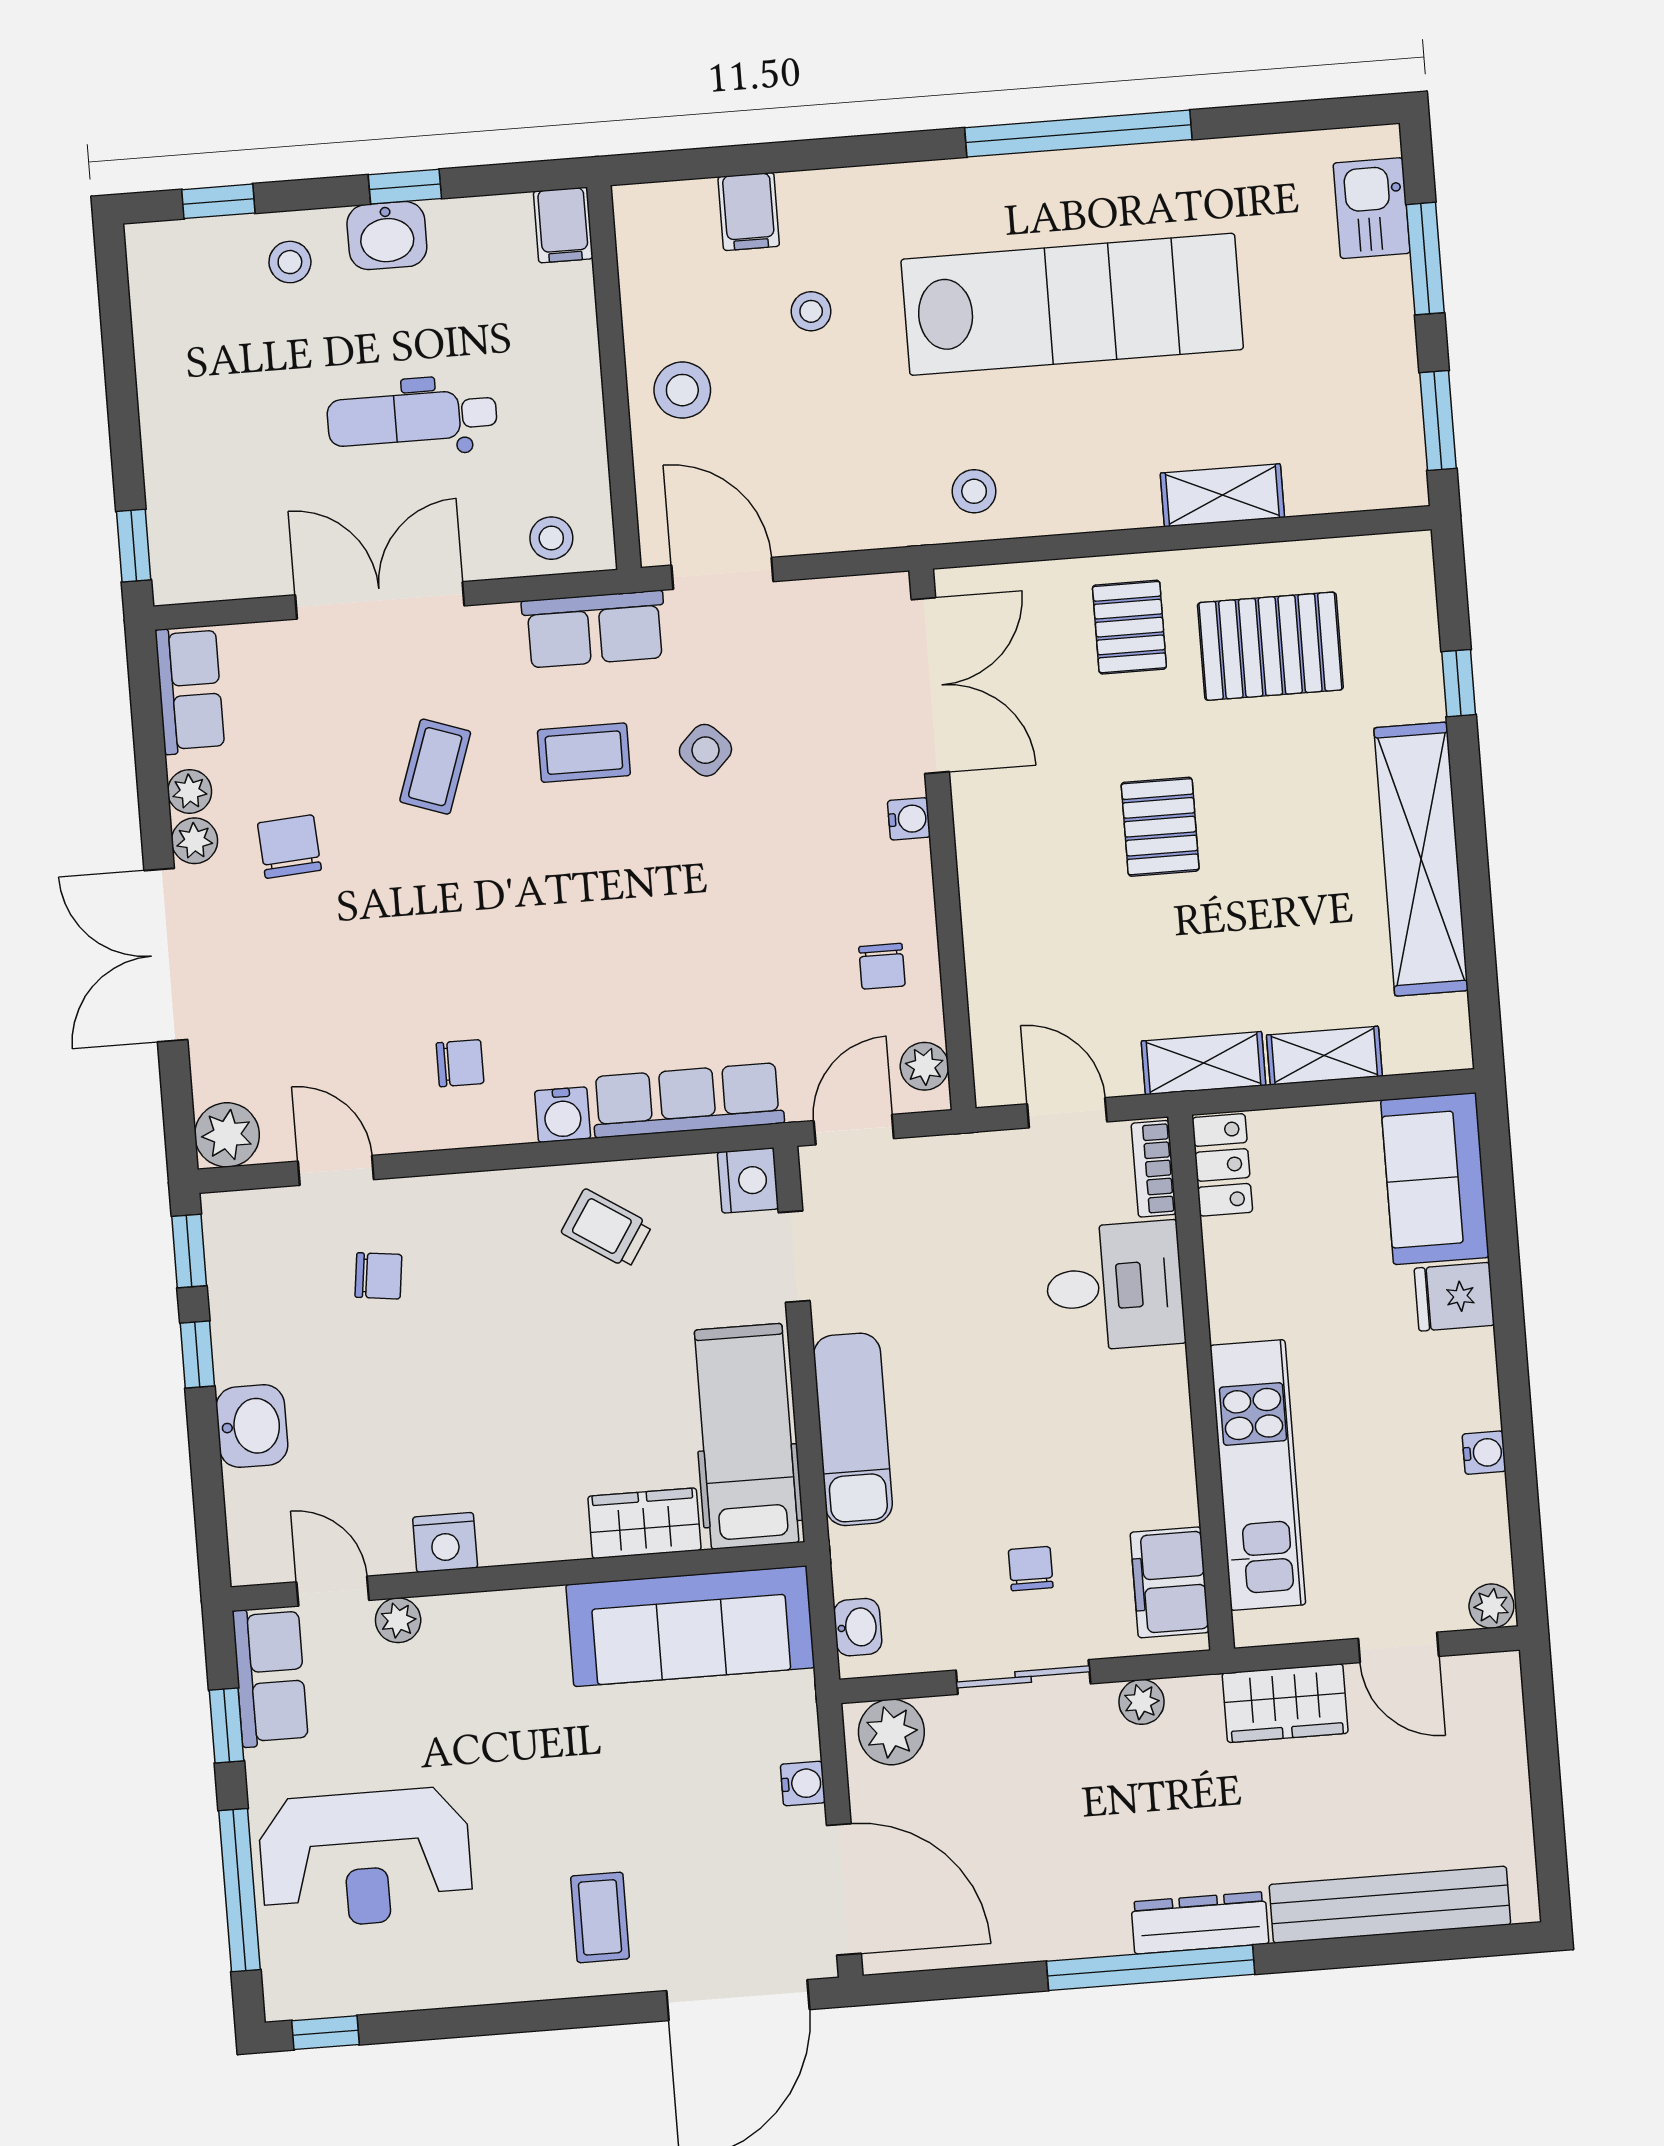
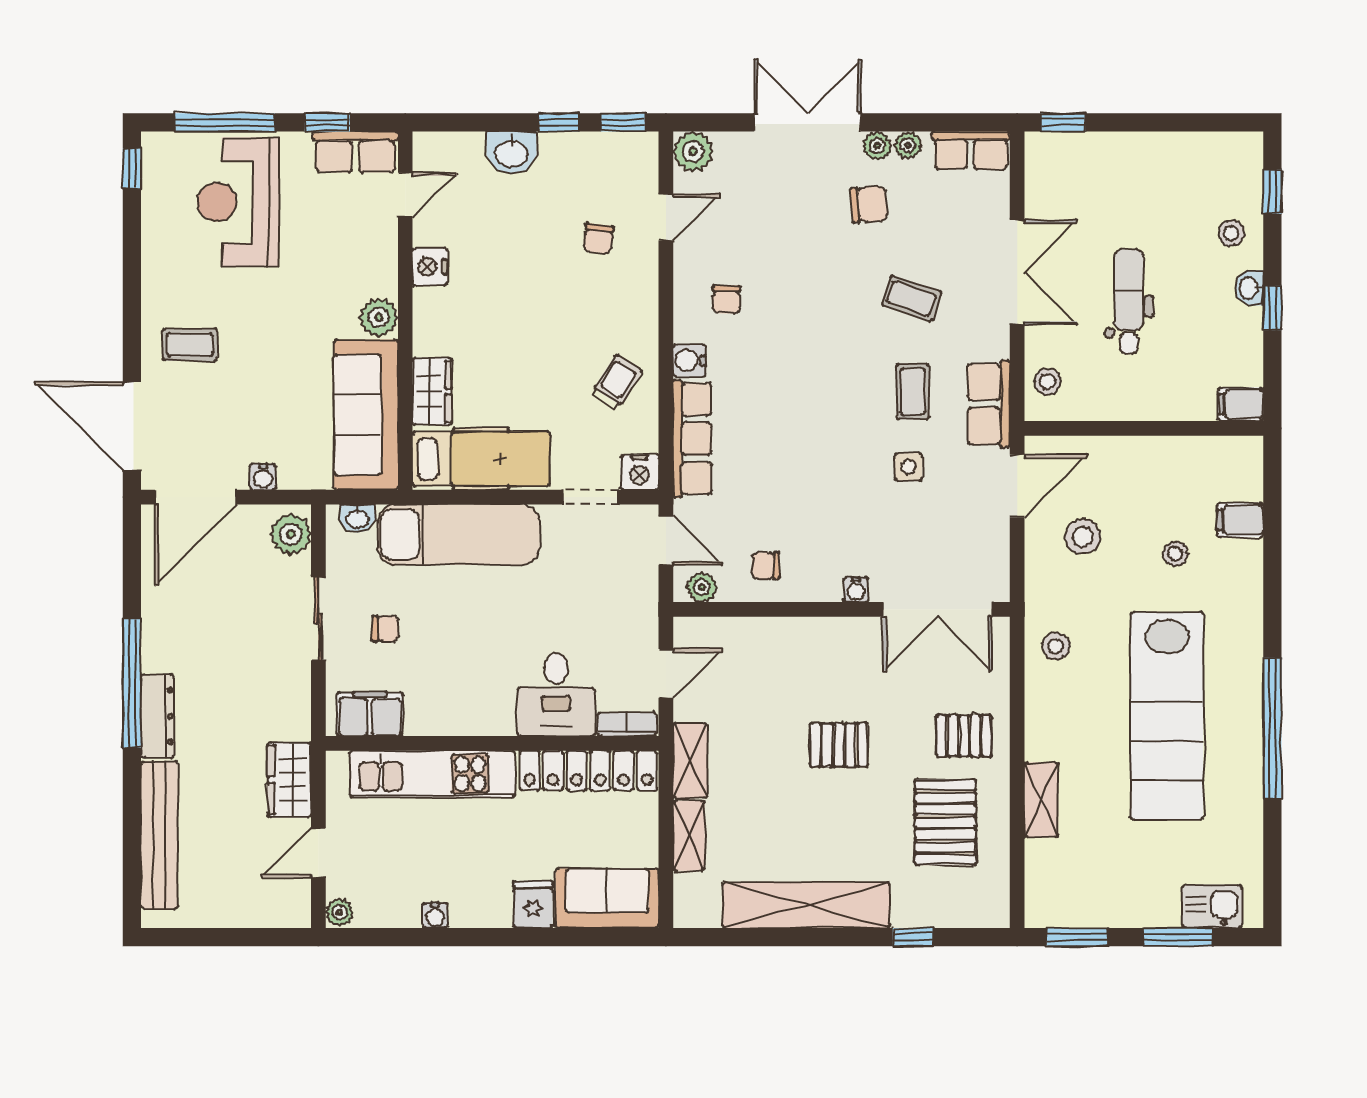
washbasin: (387, 236) -> (1249, 288), width x0.72, depth x0.69
stool: (682, 390) -> (1083, 537), moved
side table: (705, 750) -> (908, 467), turned 45
locker: (1222, 1165) -> (588, 771), width x2.16, depth x1.21
exam couch: (853, 1429) -> (459, 535), width x1.36, depth x1.45
plant: (398, 1620) -> (379, 317), moved, width x1.38, depth x1.38
plant: (1141, 1702) -> (297, 691), removed

